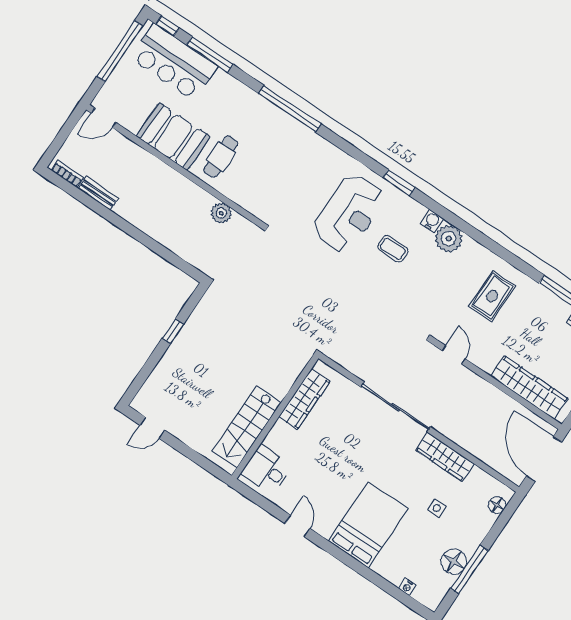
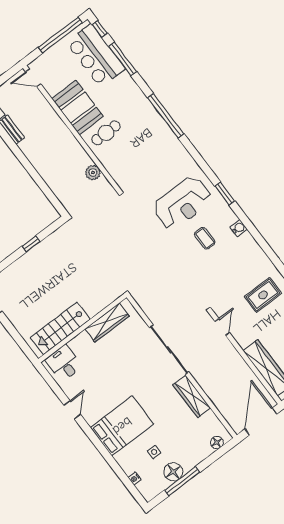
plant: (449, 239) -> (246, 244), removed
side table: (437, 508) -> (154, 452), moved

